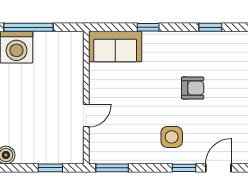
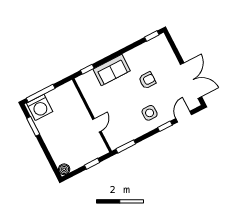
window: (148, 27) -> (87, 69), moved
window: (210, 27) -> (152, 36), moved
sofa: (115, 46) -> (112, 70), moved

